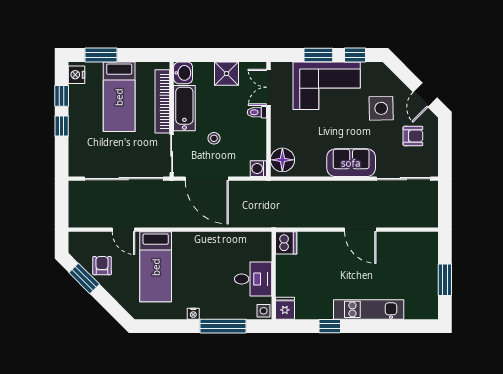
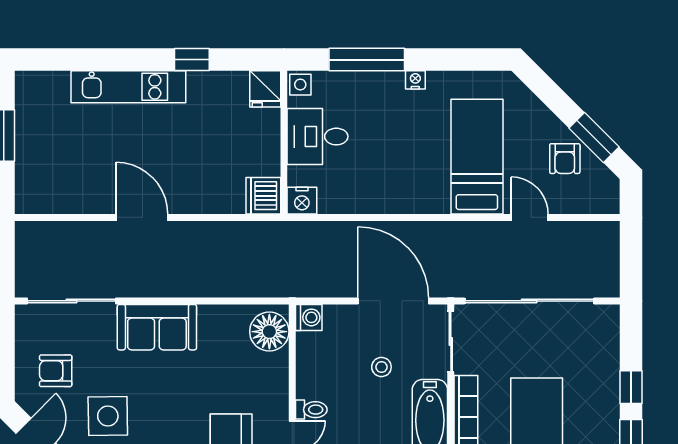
nightstand: (263, 240) -> (302, 201), added

